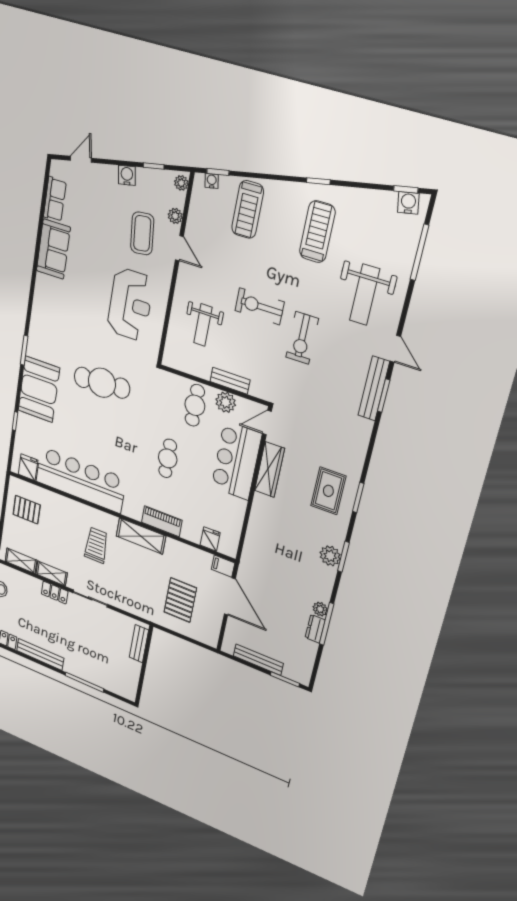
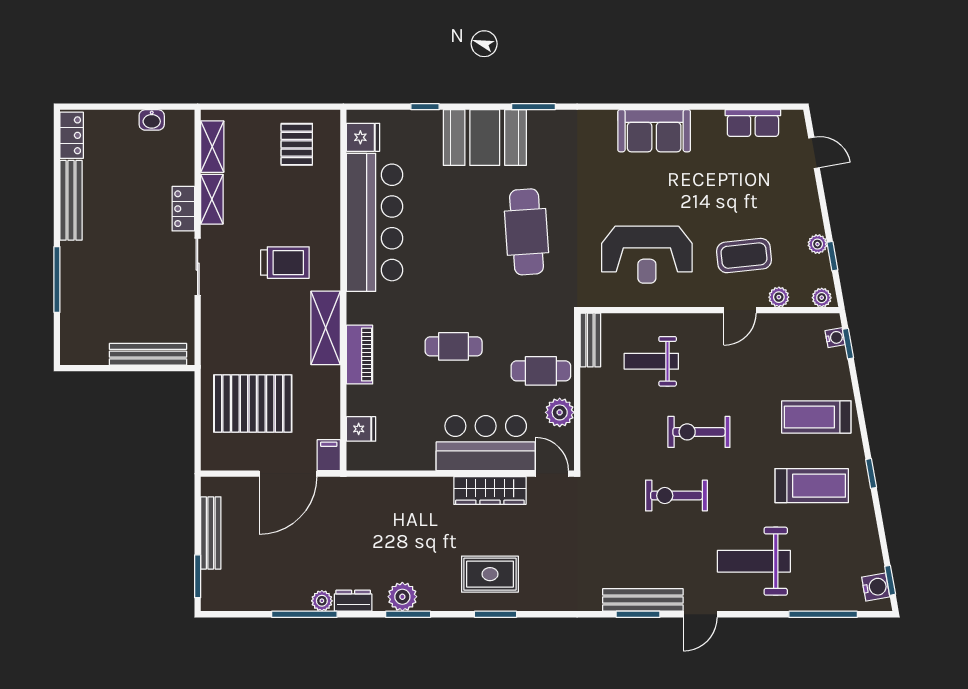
water cooler: (127, 175) -> (811, 221), removed
plant: (143, 175) -> (817, 244), added
treadmill: (248, 210) -> (816, 417), moved
sofa: (53, 249) -> (654, 131), moved
exercise bike: (260, 306) -> (699, 432), turned -90
bench: (230, 381) -> (590, 340), moved
pallet: (180, 600) -> (253, 403), width x1.37, depth x1.41
dresser: (315, 629) -> (353, 601), moved
bench: (139, 644) -> (148, 354), width x1.36

